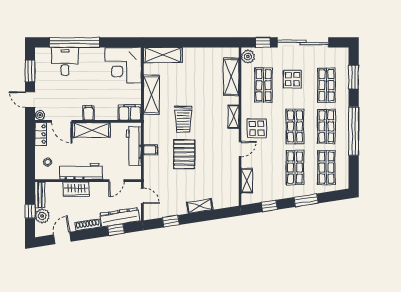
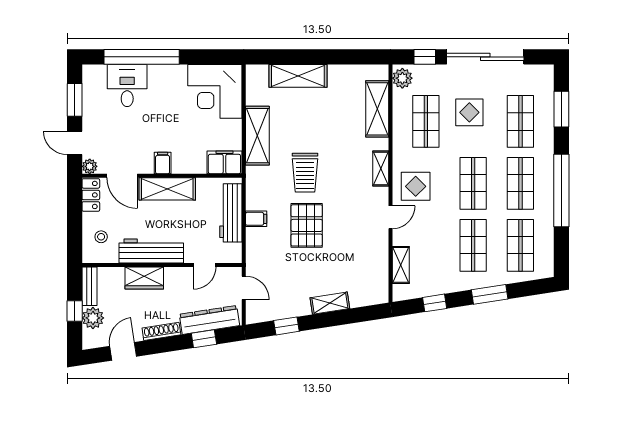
shelving: (163, 55) -> (298, 76), moved

